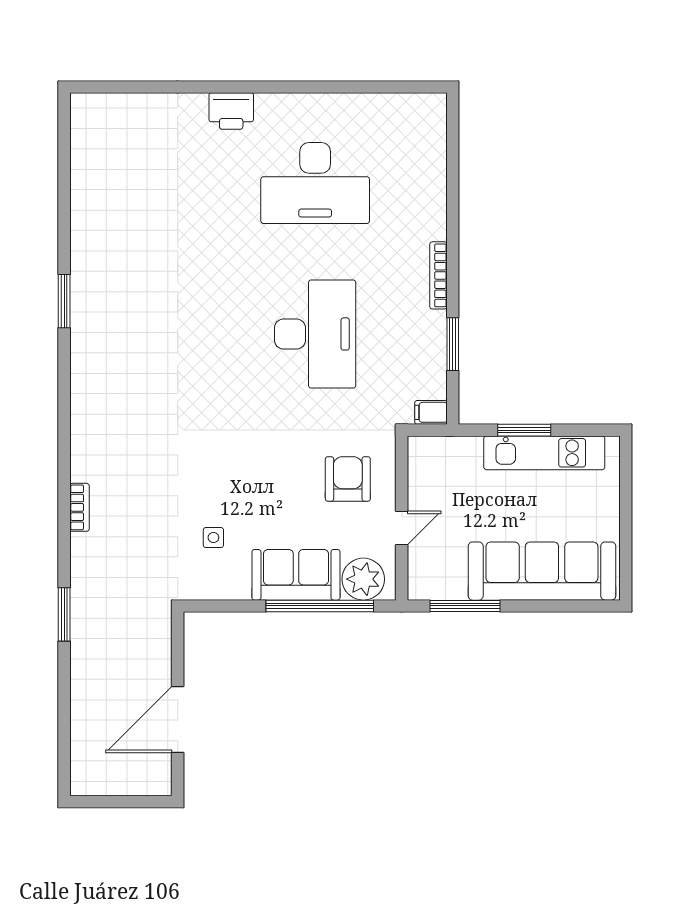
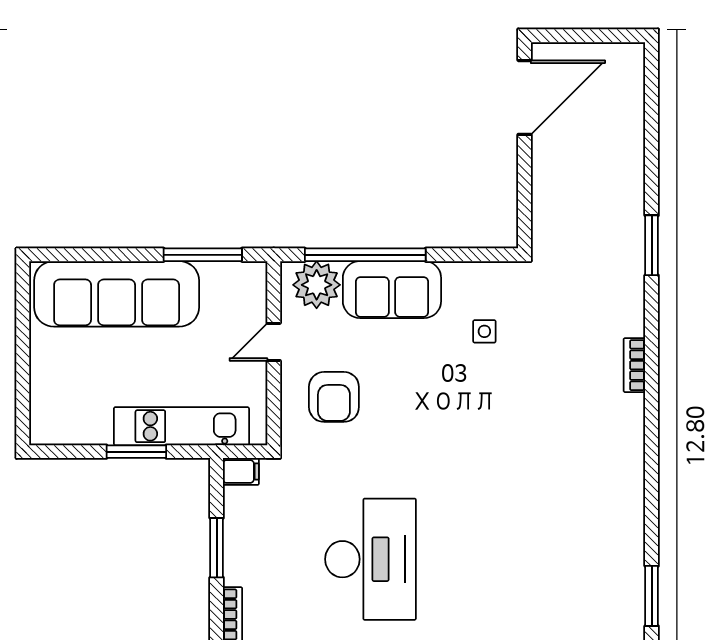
desk: (315, 334) -> (371, 559), turned 180
kitchen unit: (544, 453) -> (181, 426), moved
door: (178, 720) -> (525, 97), moved

